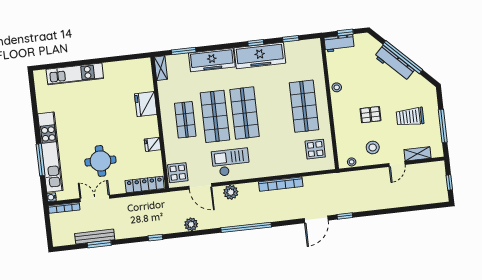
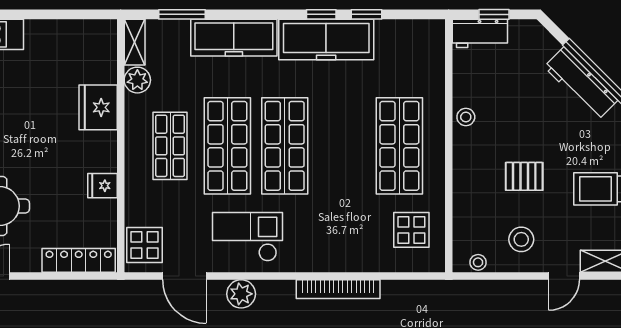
window: (291, 39) -> (367, 14), moved
plant: (164, 88) -> (137, 80), added

